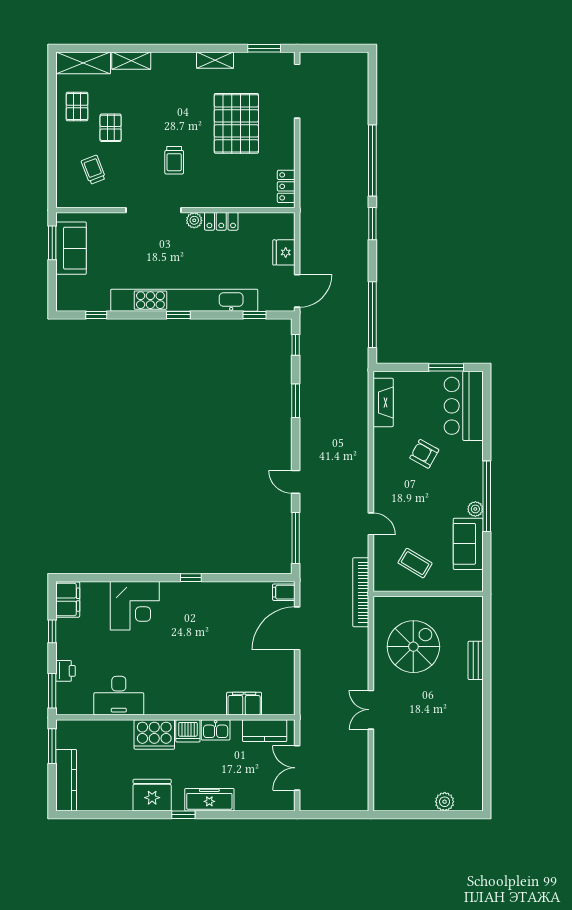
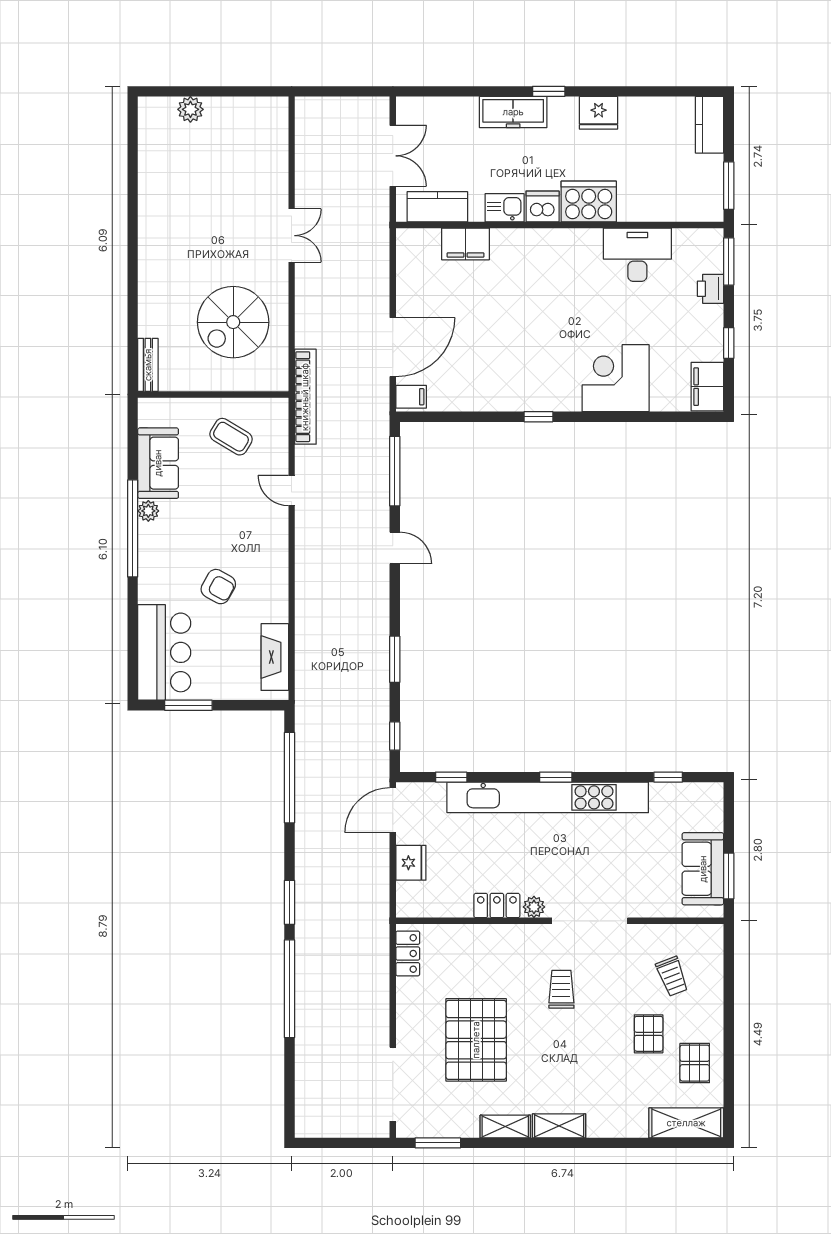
shelving: (131, 61) -> (559, 1126), moved
bench: (476, 660) -> (148, 365), moved
kitchen counter: (66, 780) -> (710, 125), width x0.67
fridge: (152, 795) -> (599, 113), width x0.73, depth x0.75

